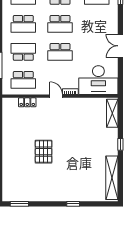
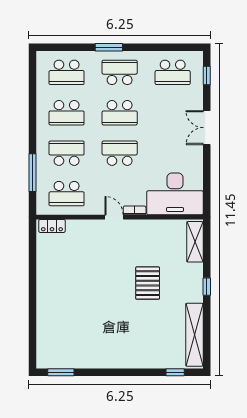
double door: (120, 46) -> (207, 128), moved
school desk: (60, 52) -> (120, 153), turned 180
locker: (27, 102) -> (52, 226), moved
pallet: (44, 152) -> (148, 283), moved
window: (73, 204) -> (175, 372), moved

